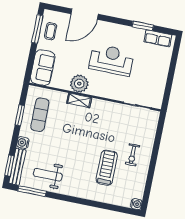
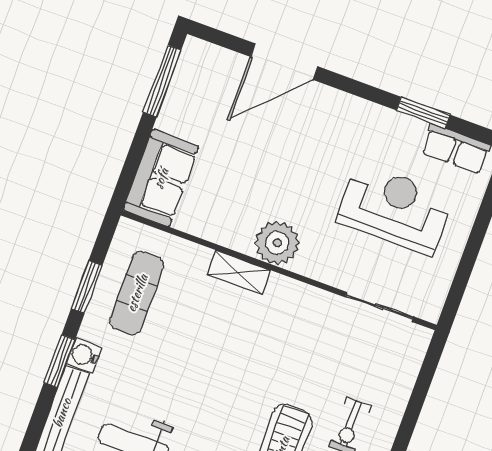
coffee table: (51, 31) -> (194, 91), removed
reception desk: (111, 60) -> (395, 209), moved
plant: (79, 84) -> (277, 243), moved
window: (10, 166) -> (60, 361), moved

